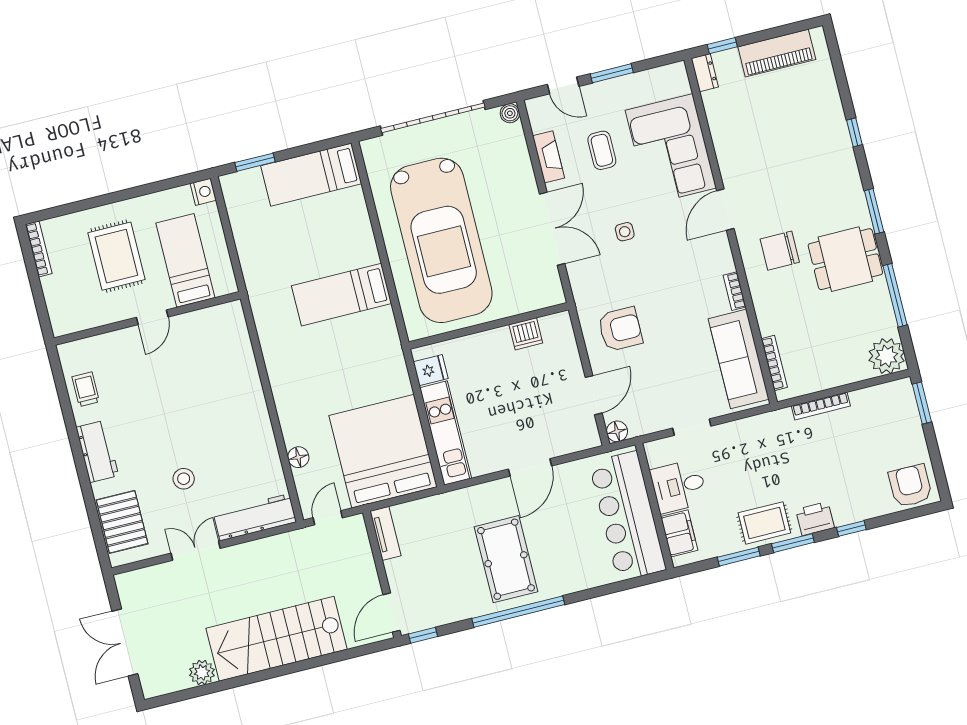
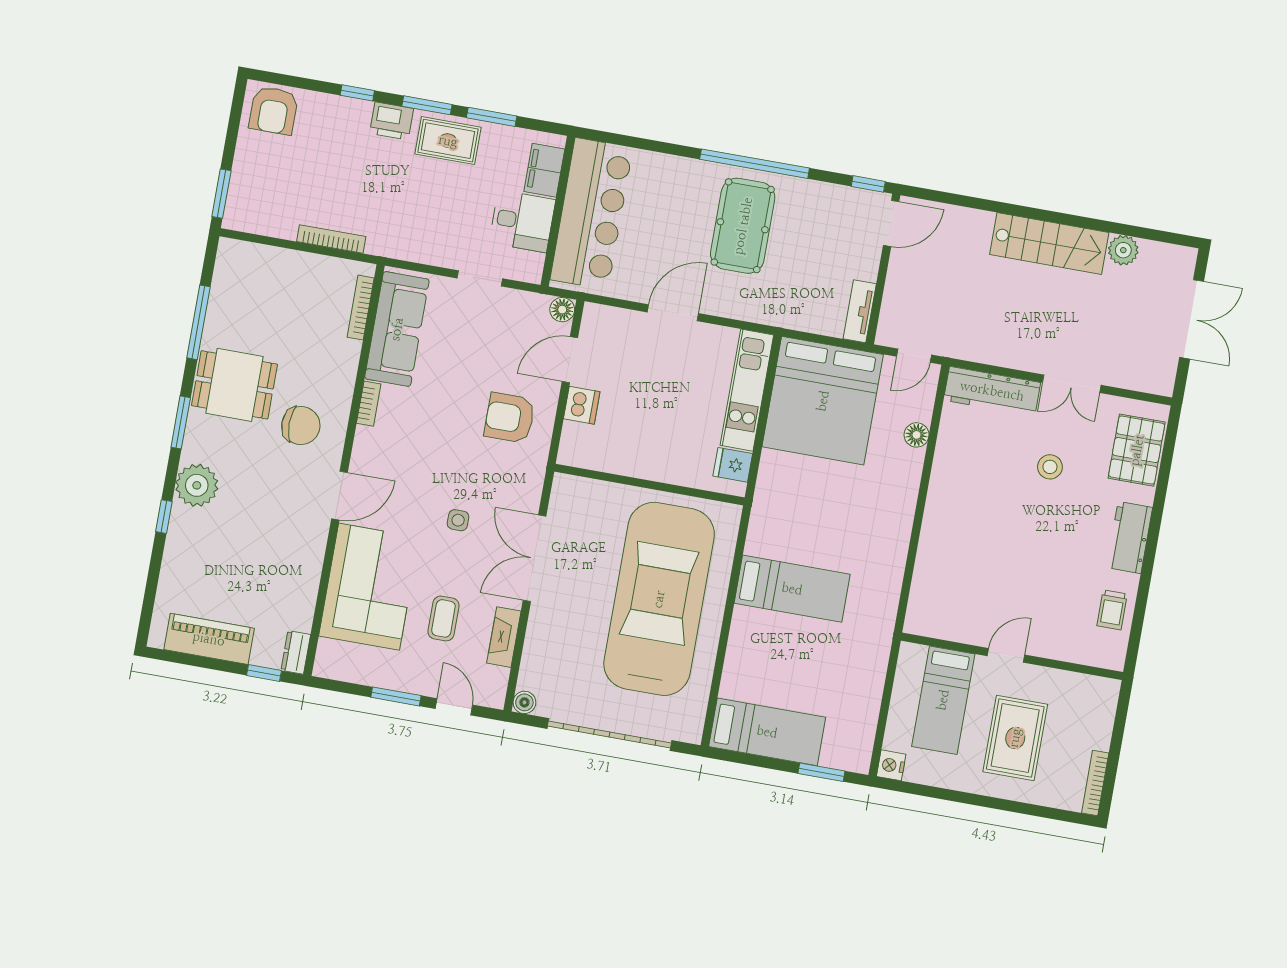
dishwasher: (526, 334) -> (582, 405), moved, turned 90
plant: (887, 356) -> (197, 485), moved
stairs: (277, 639) -> (1049, 243), width x0.73, depth x0.66

